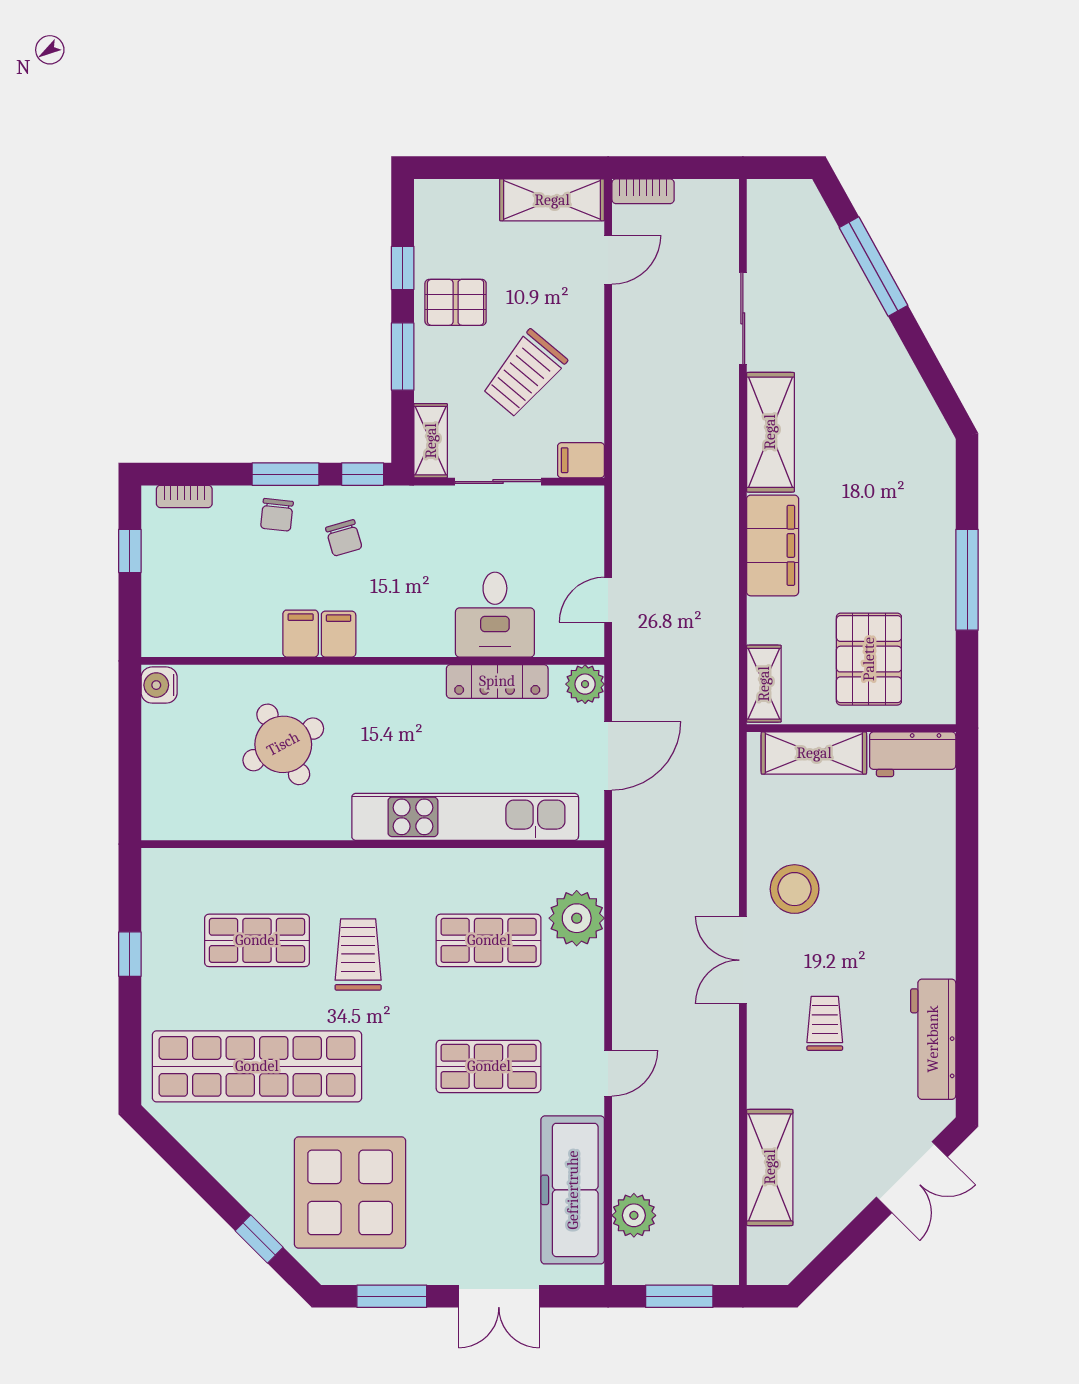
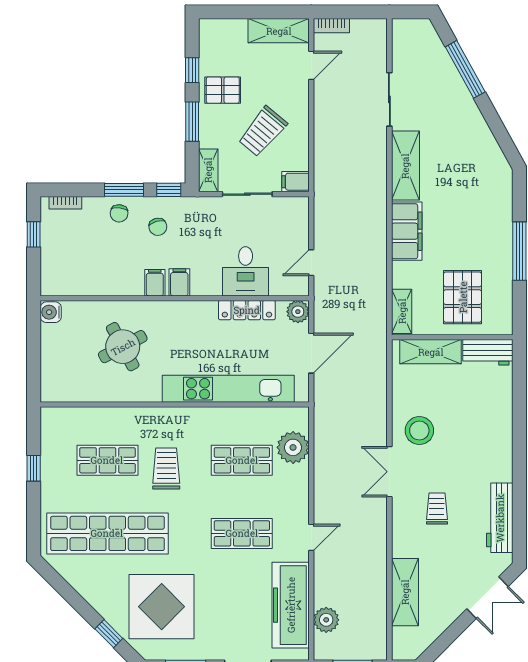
filing cabinet: (301, 634) -> (179, 282), moved

